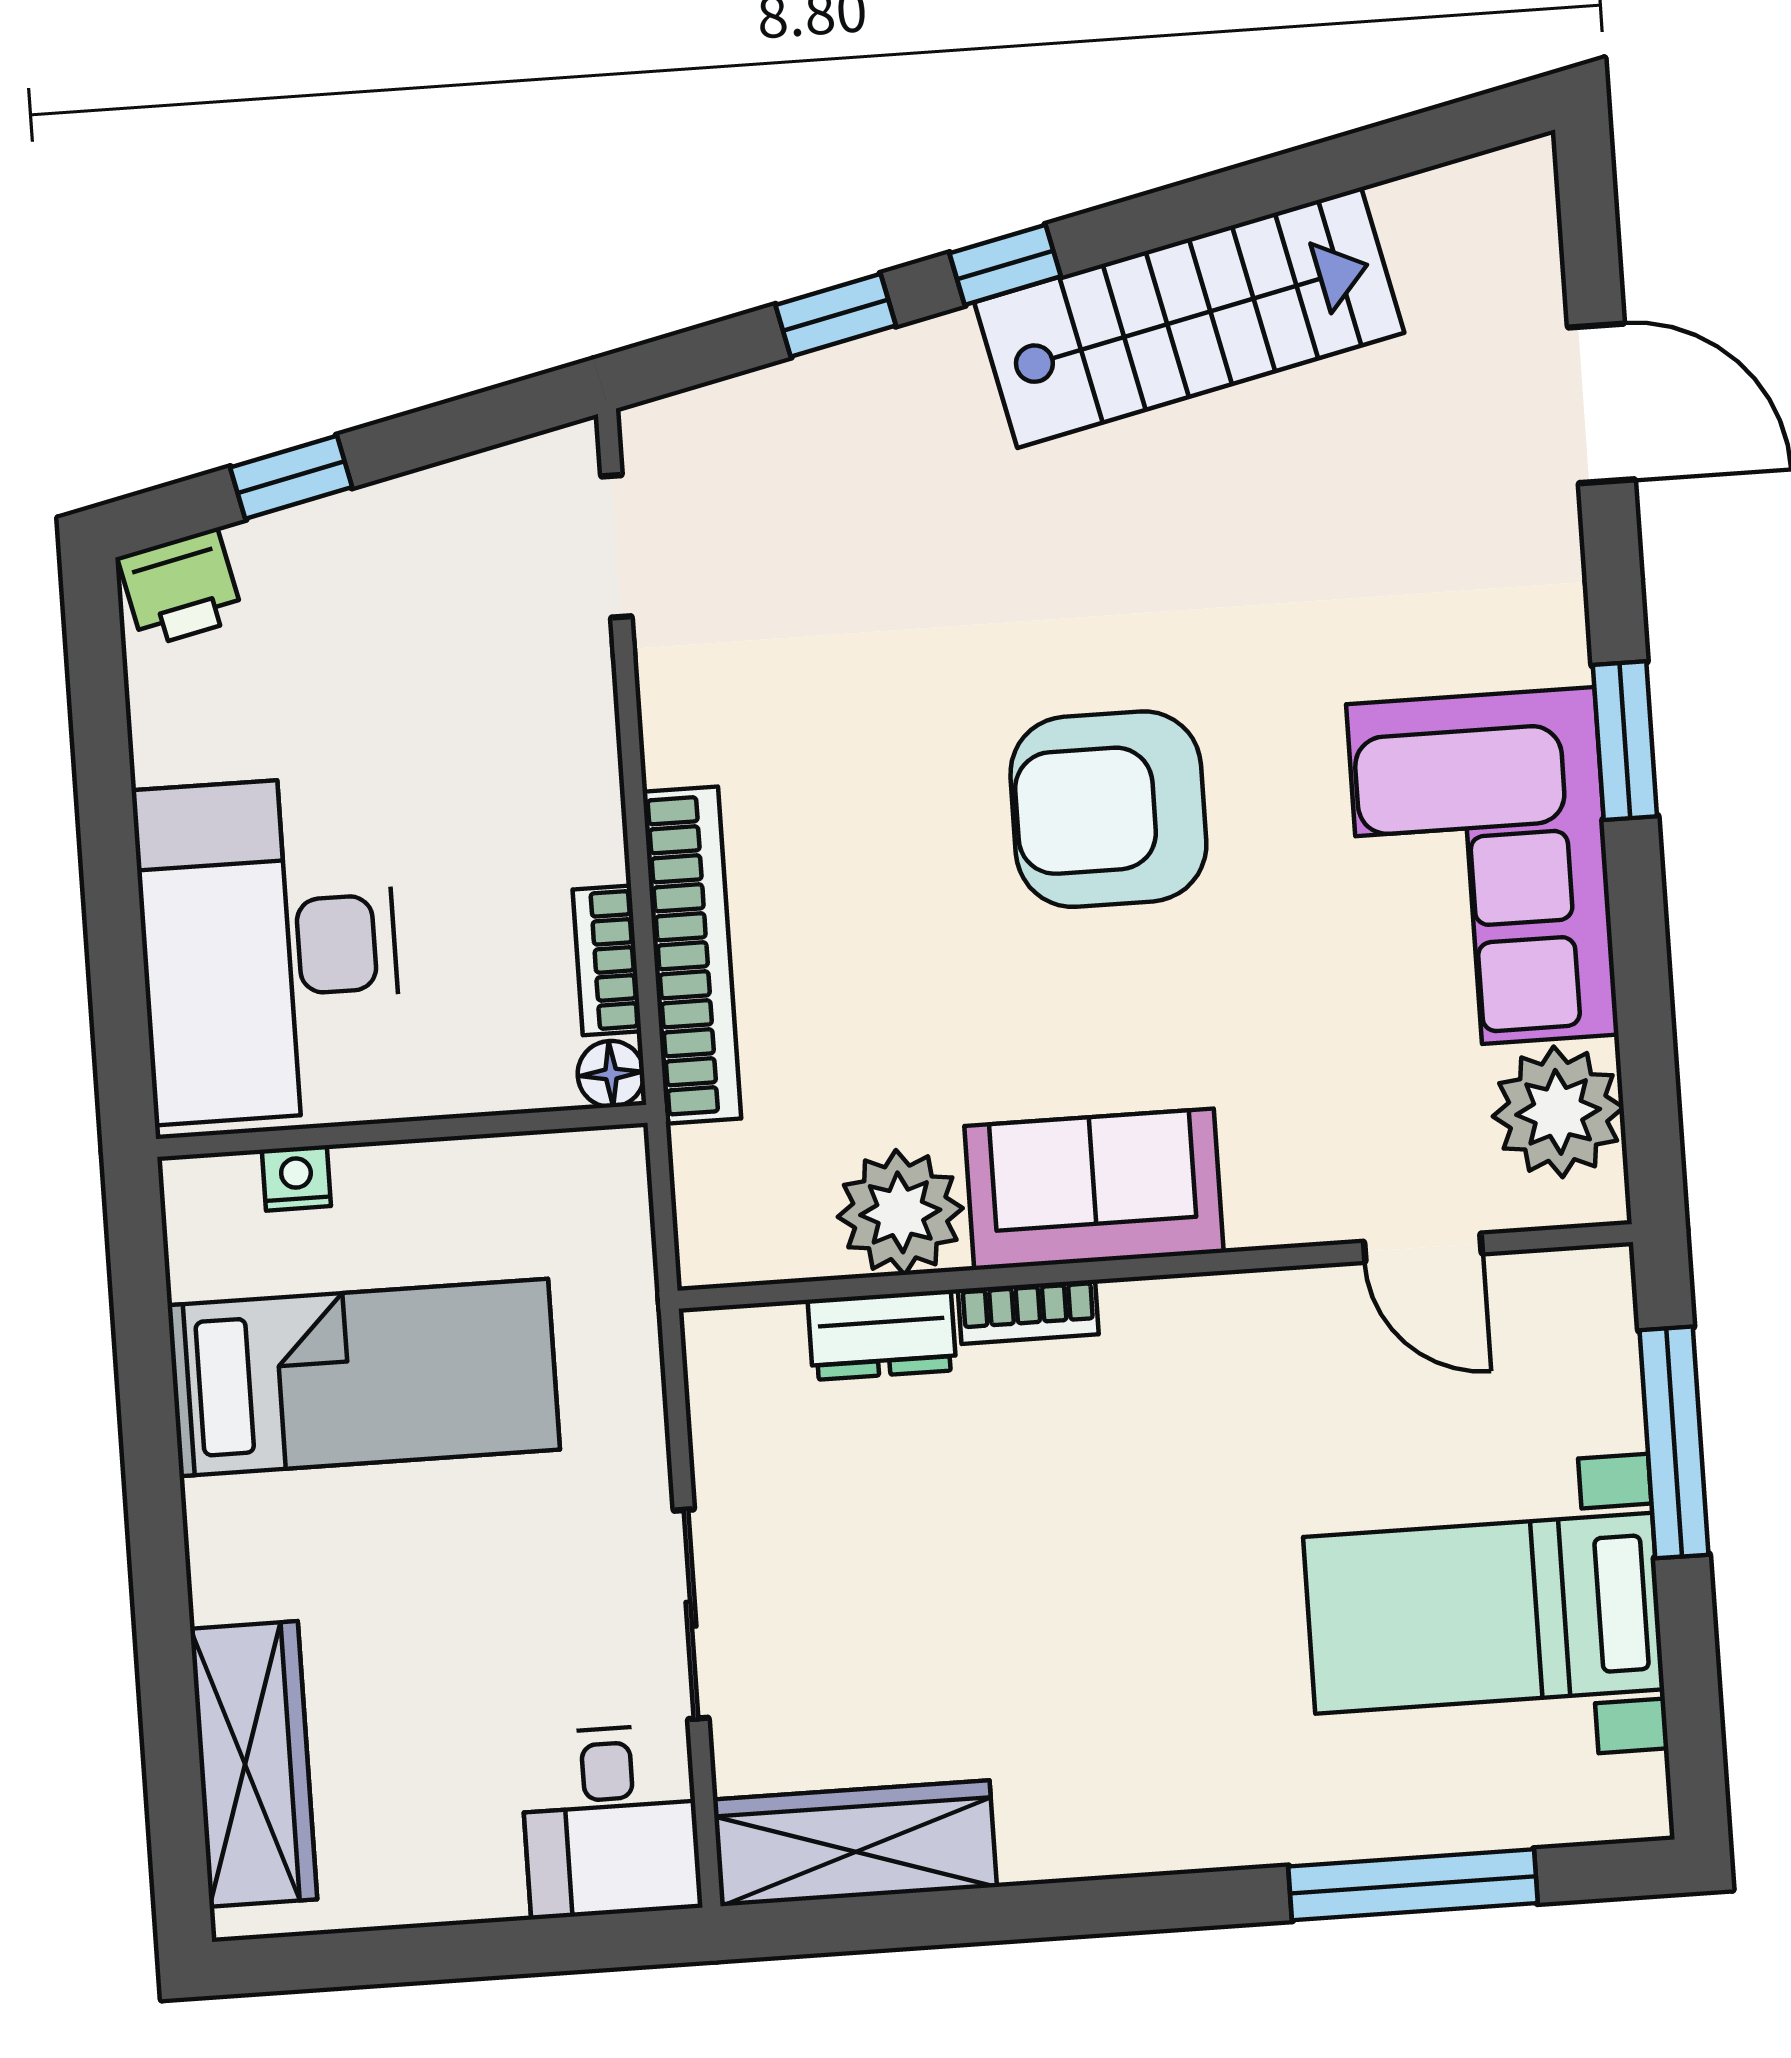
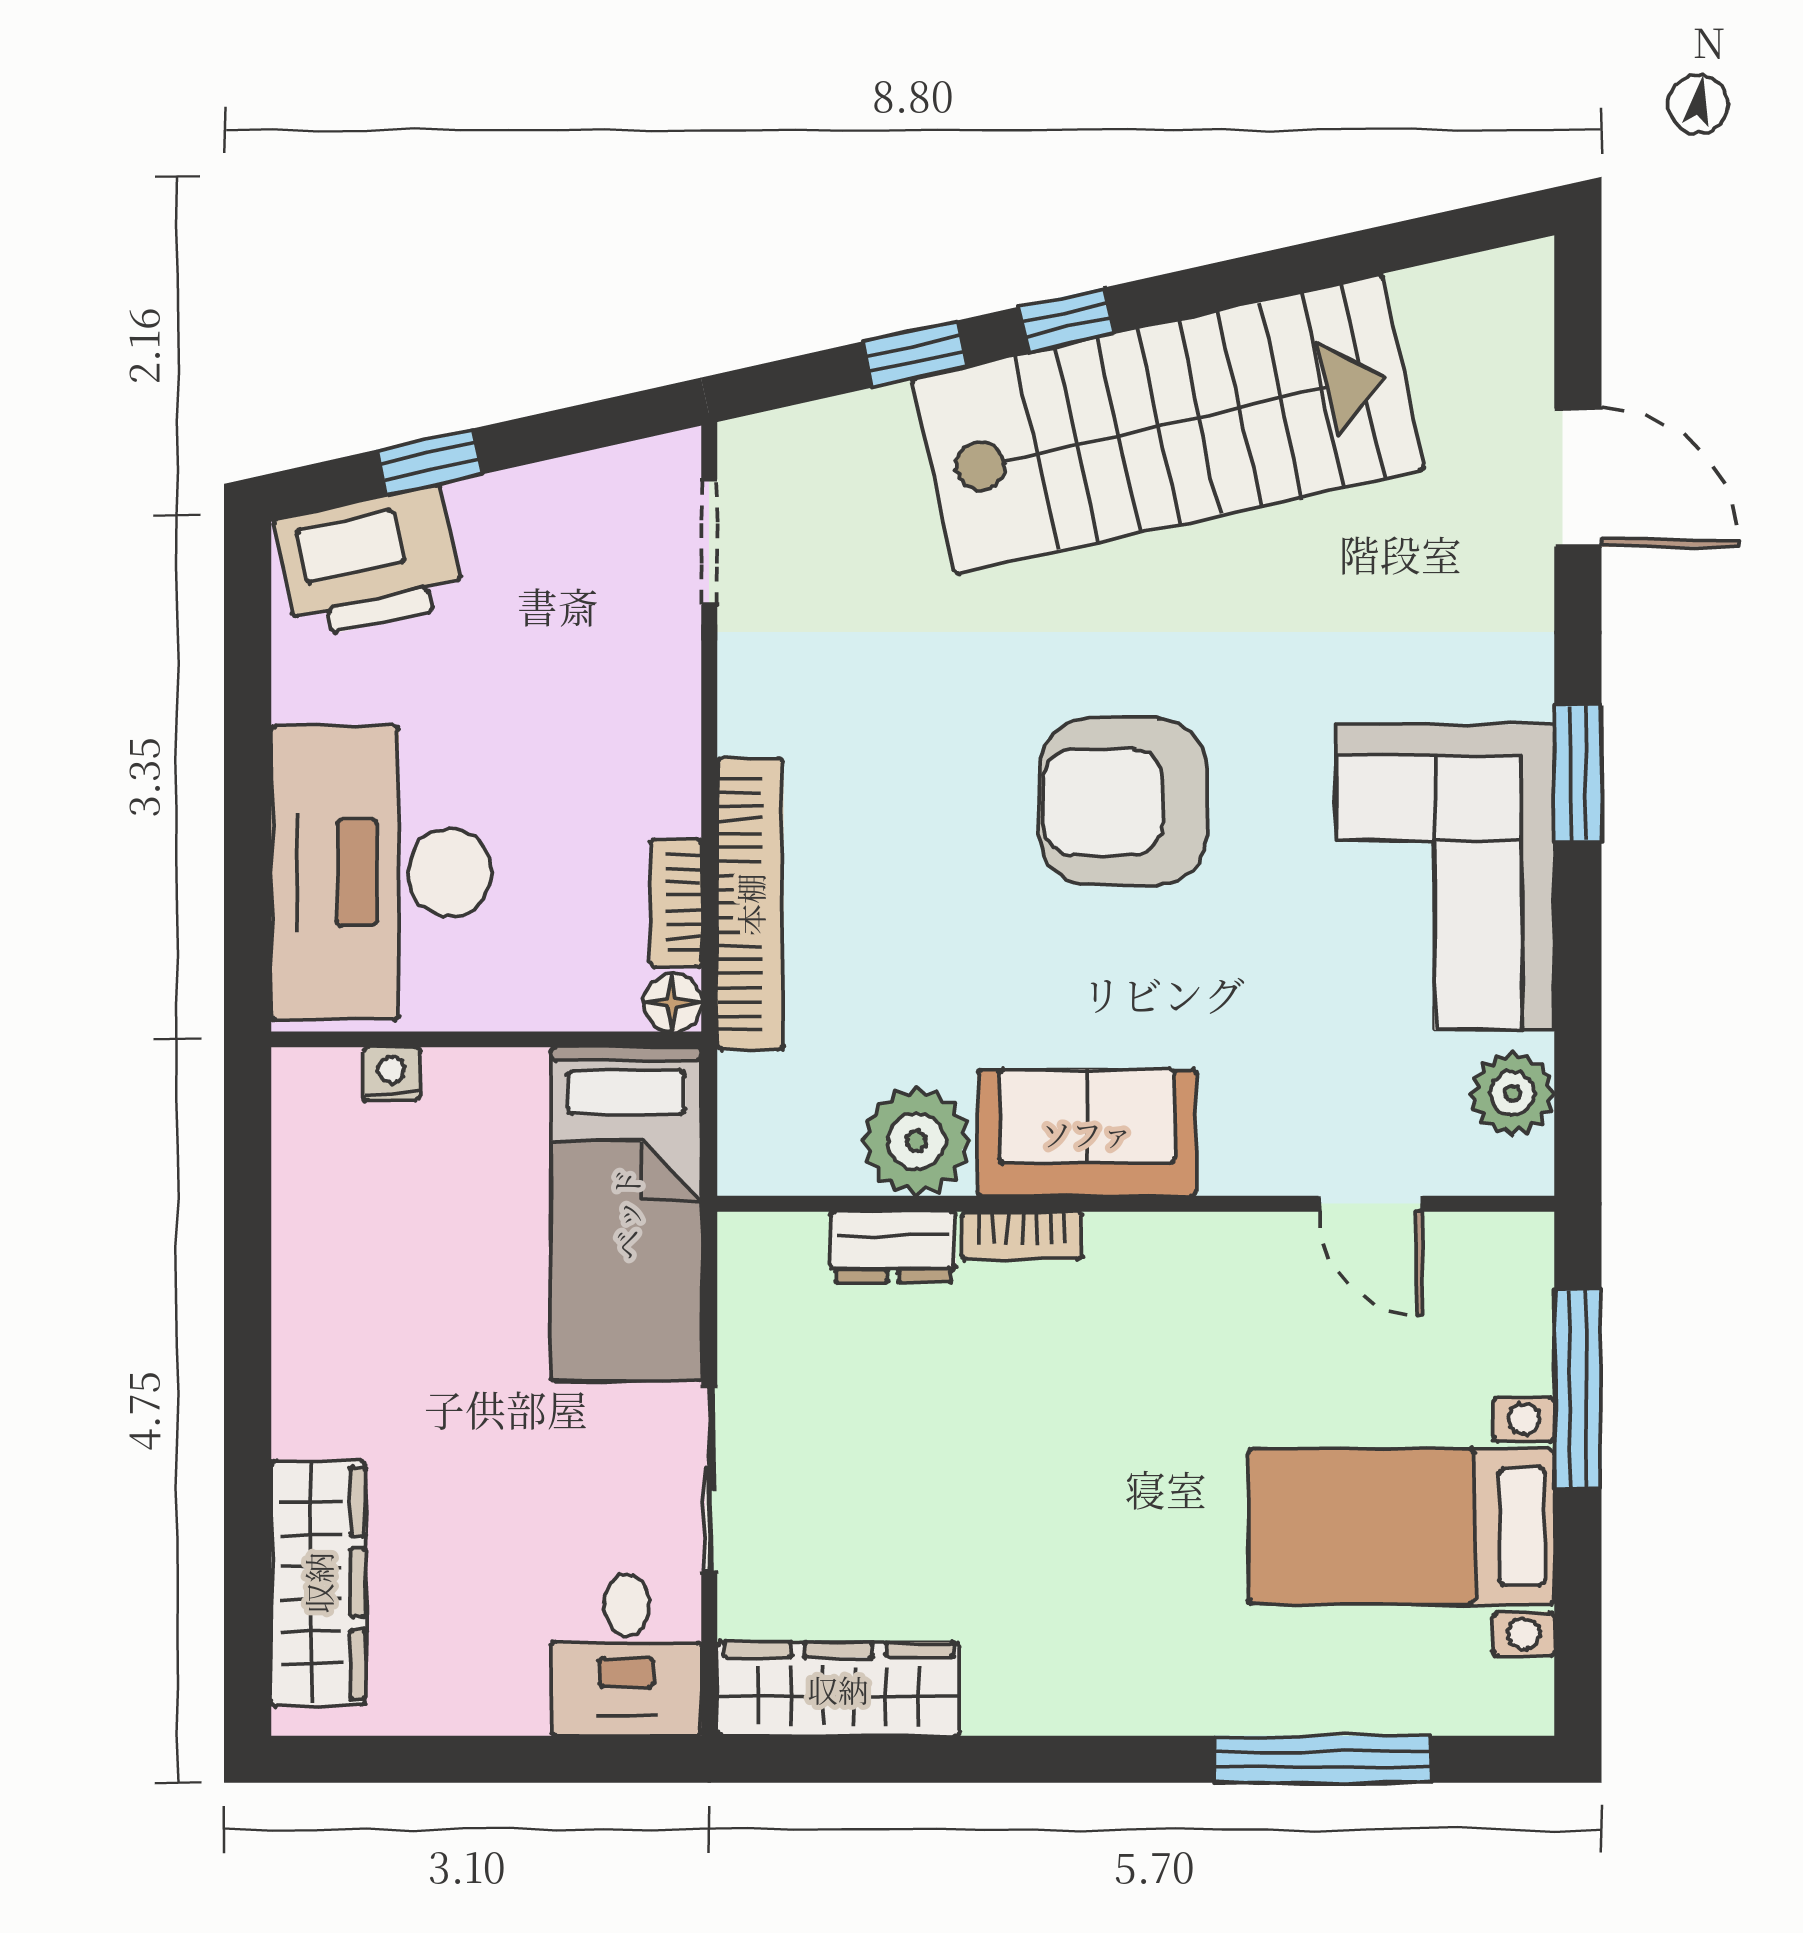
stairs: (1189, 318) -> (1168, 424), width x1.36, depth x1.51
printer: (181, 588) -> (370, 563), width x1.87, depth x1.48
plant: (1558, 1112) -> (1512, 1093), width x0.73, depth x0.73
bed: (364, 1377) -> (626, 1214), moved, turned 90

